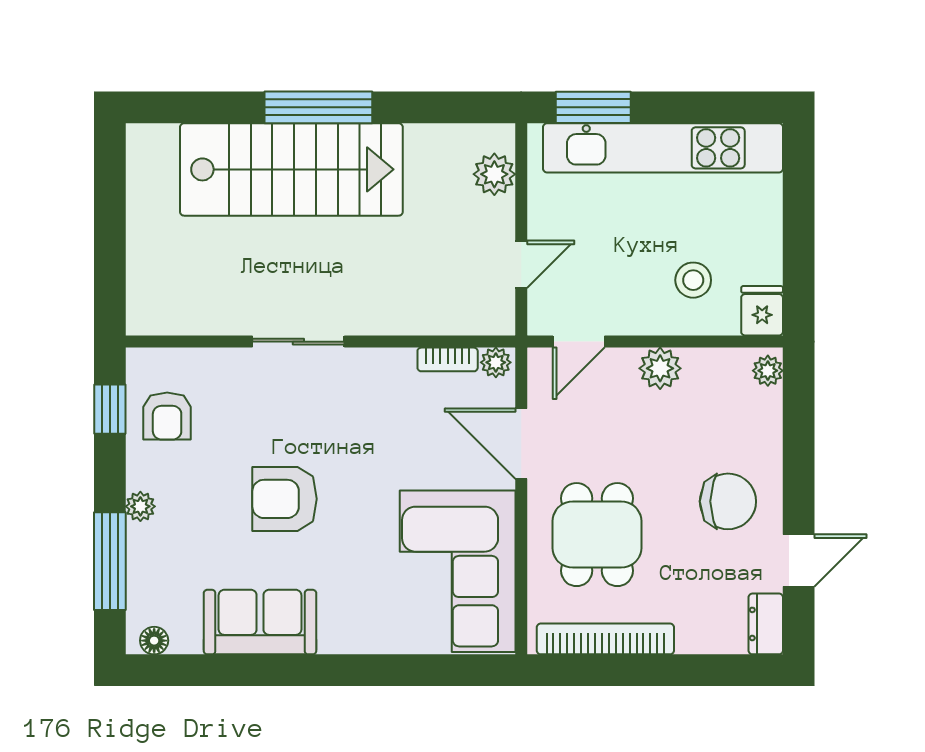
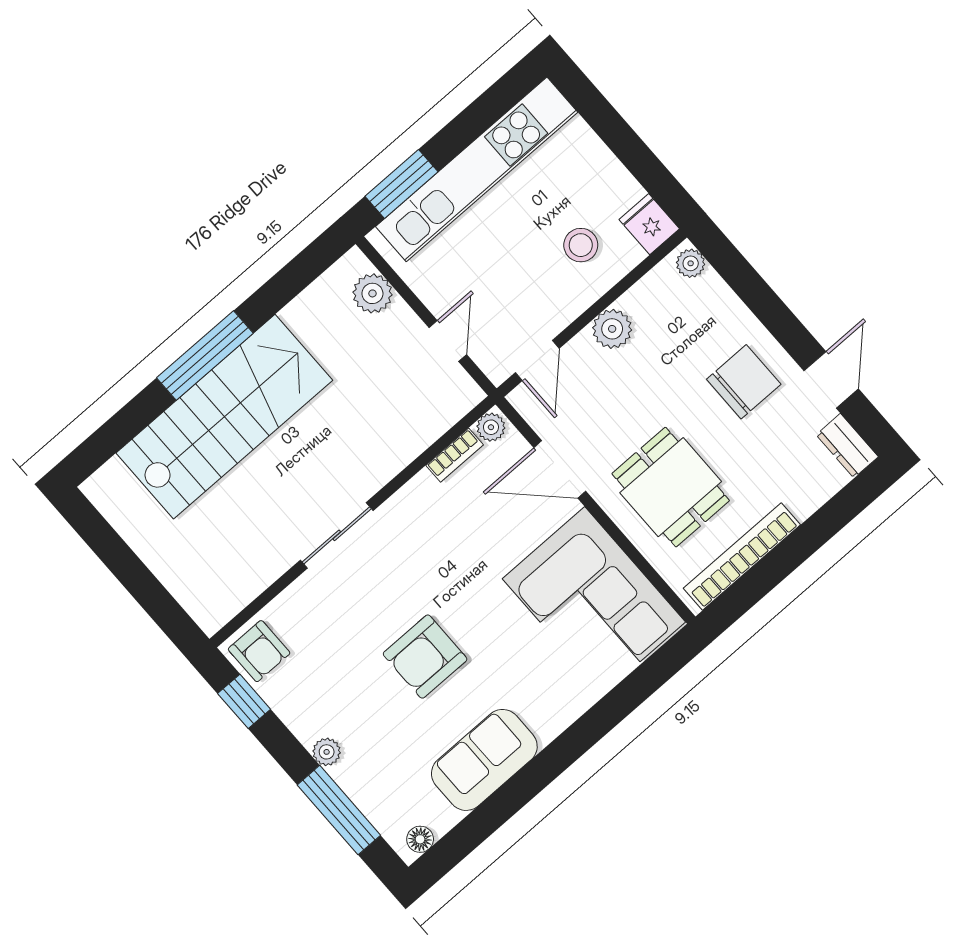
armchair: (167, 416) -> (259, 651), moved

